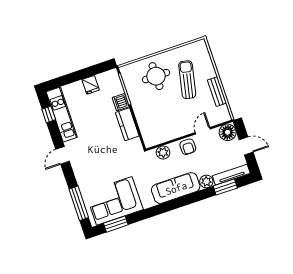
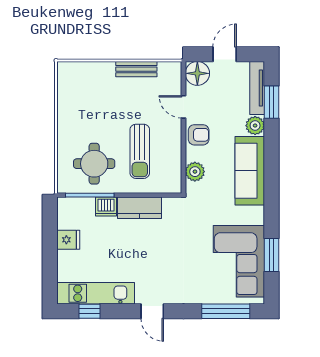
round table: (156, 76) -> (94, 164), moved
sun lounger: (187, 80) -> (140, 151), moved, turned -102
window: (116, 224) -> (272, 255), moved

